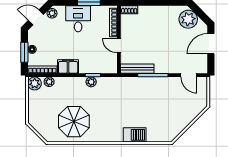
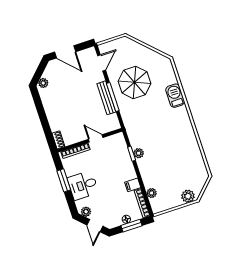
plant: (188, 19) -> (43, 83), width x0.53, depth x0.53
door: (119, 46) -> (96, 138), swing flipped
filing cabinet: (68, 66) -> (133, 185), width x0.50
bench: (137, 69) -> (106, 98), moved
plant: (35, 83) -> (188, 196), moved
parasol: (74, 122) -> (134, 82), moved

